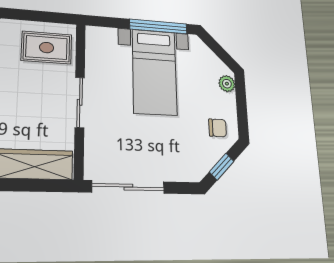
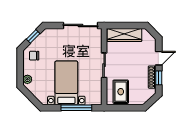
window: (158, 27) -> (76, 108), moved
rug: (47, 48) -> (121, 92), turned 90

